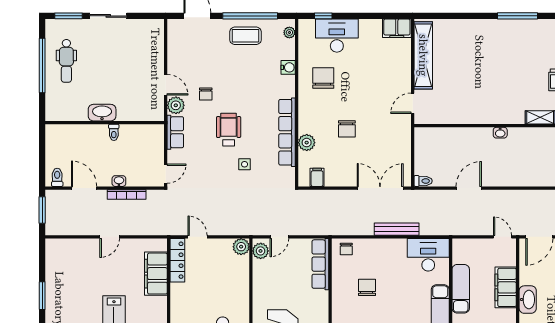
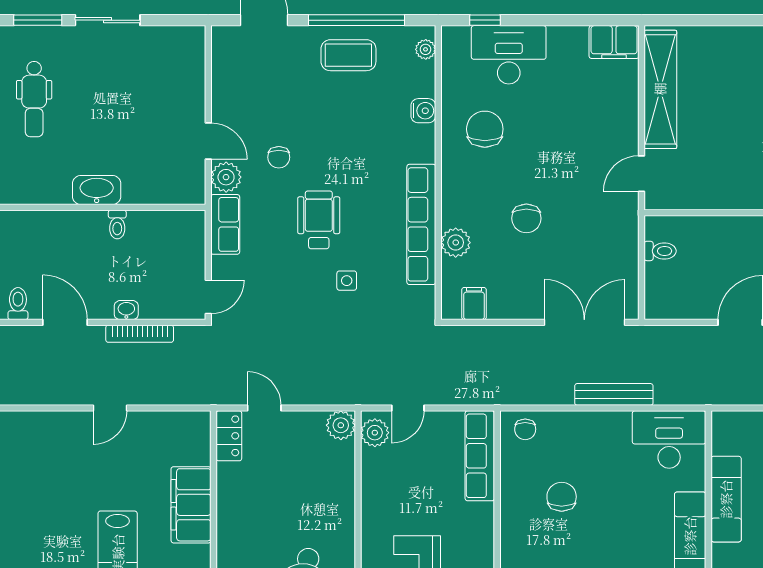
toilet: (423, 181) -> (660, 251), moved
locker: (177, 260) -> (229, 436), width x0.66
filing cabinet: (156, 274) -> (191, 505), moved

